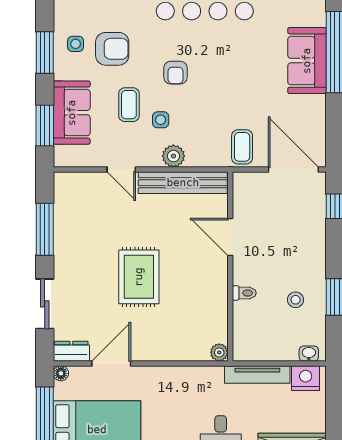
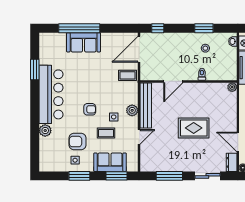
armchair: (112, 49) -> (78, 142), turned -90

